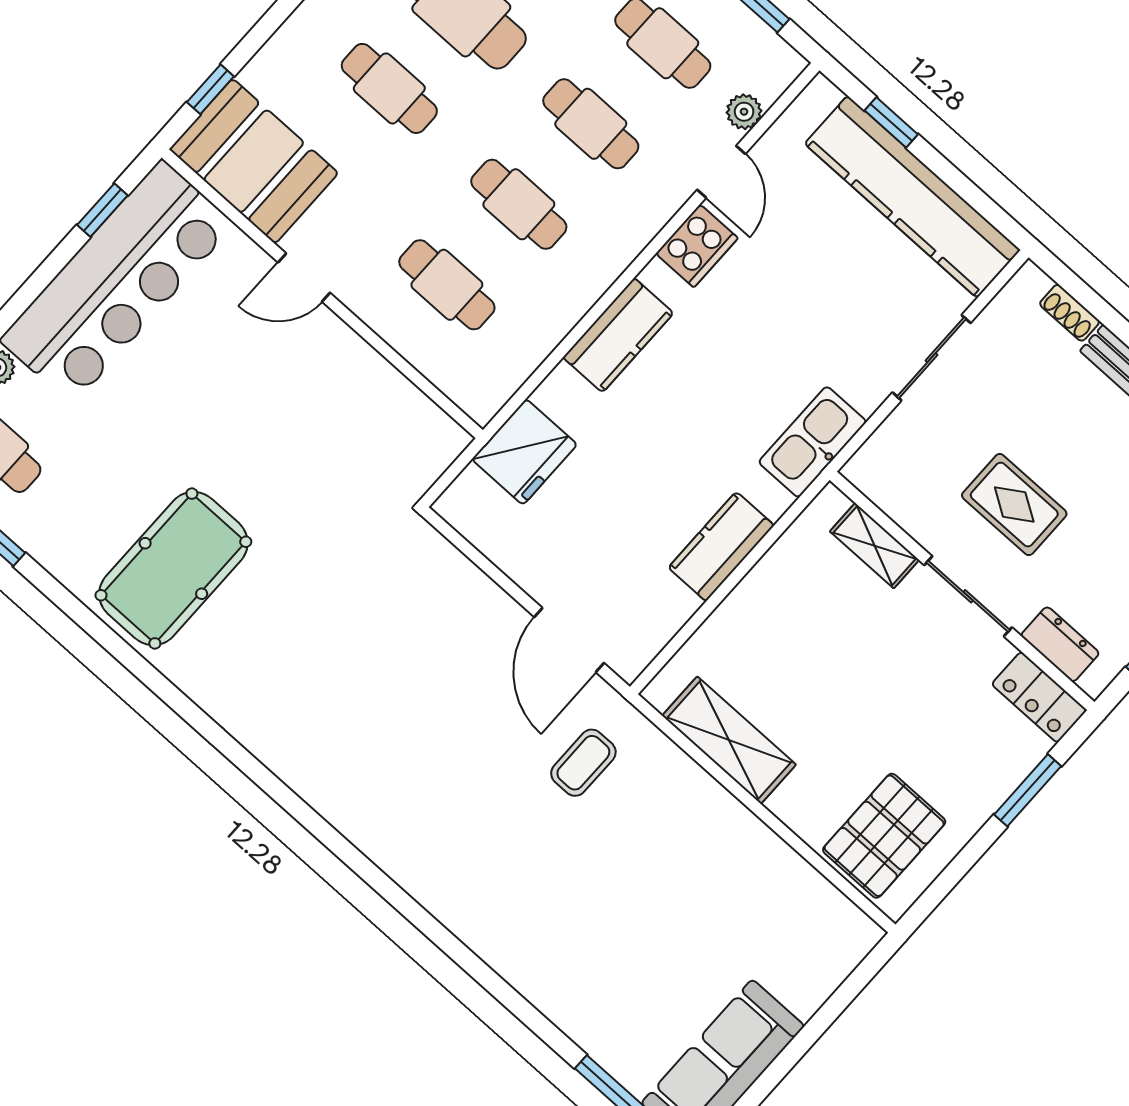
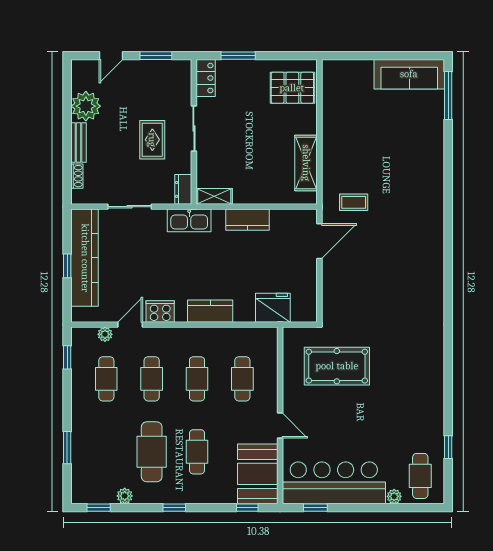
window: (891, 122) -> (67, 266), moved
shelving: (875, 546) -> (214, 196), moved, turned 90
pool table: (173, 568) -> (337, 366), moved
dresser: (1060, 644) -> (183, 189), moved

